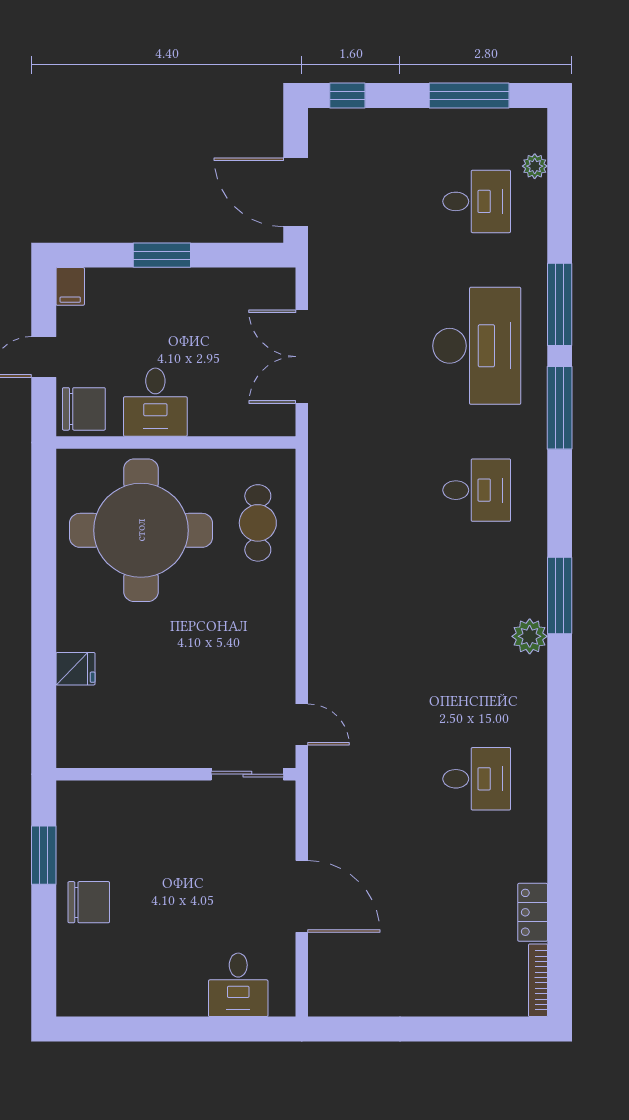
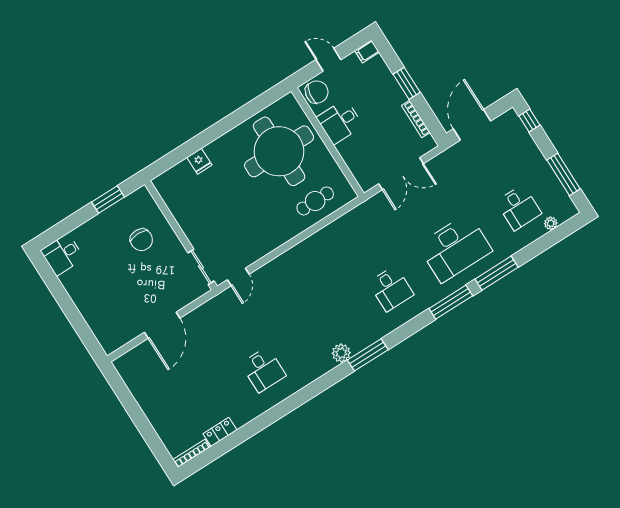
bookcase: (229, 277) -> (416, 119), added
double door: (302, 357) -> (401, 174), swing flipped
chair: (84, 409) -> (317, 92), turned -82
chair: (89, 902) -> (141, 240), moved
desk: (238, 985) -> (62, 254), moved

